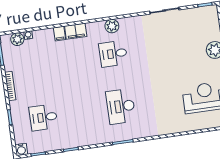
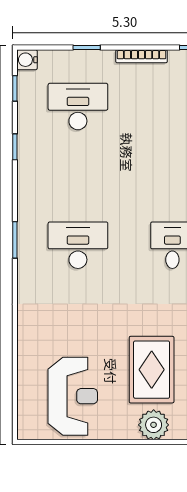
rug: (184, 55) -> (152, 370), added
desk: (43, 117) -> (78, 107), width x1.37

